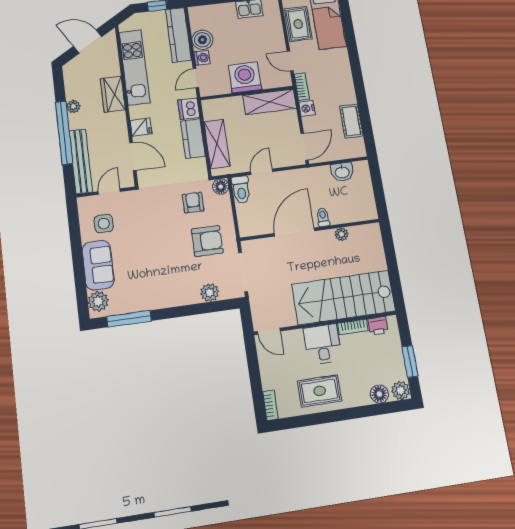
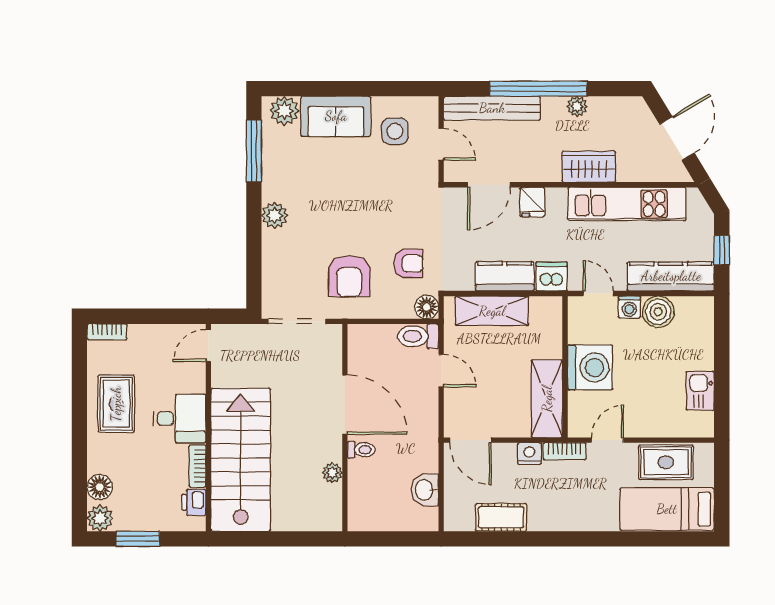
plant: (210, 293) -> (275, 215), moved

